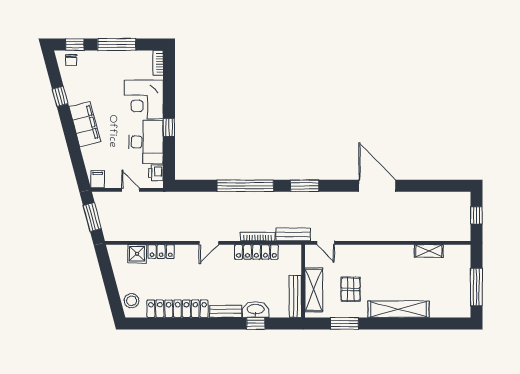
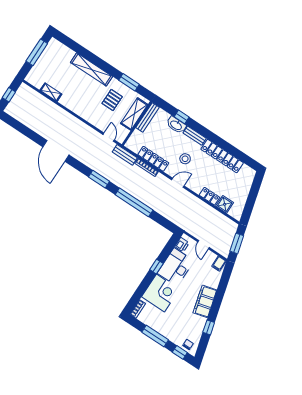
stool: (132, 301) -> (185, 159), moved

